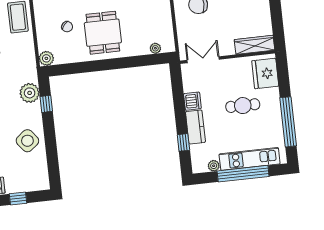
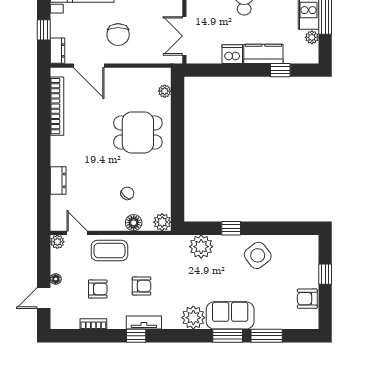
dining table: (103, 33) -> (138, 132), moved
floor lamp: (43, 35) -> (134, 223), added
window: (46, 104) -> (231, 228), moved

